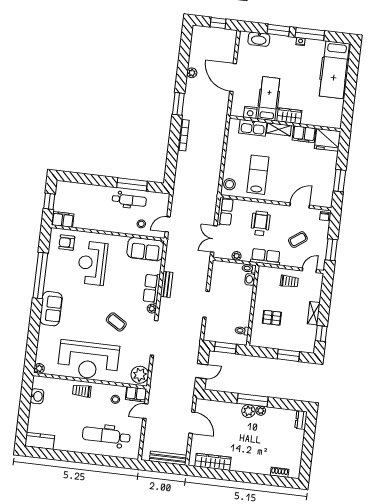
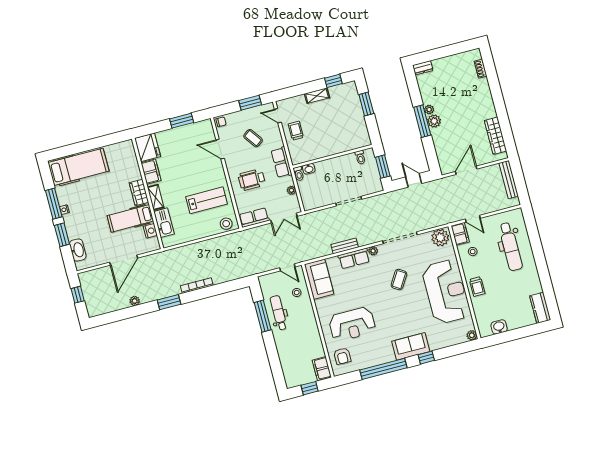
lab bench: (258, 175) -> (206, 200), turned 180
pallet: (272, 318) -> (337, 134), removed
window: (35, 319) -> (426, 358), added

